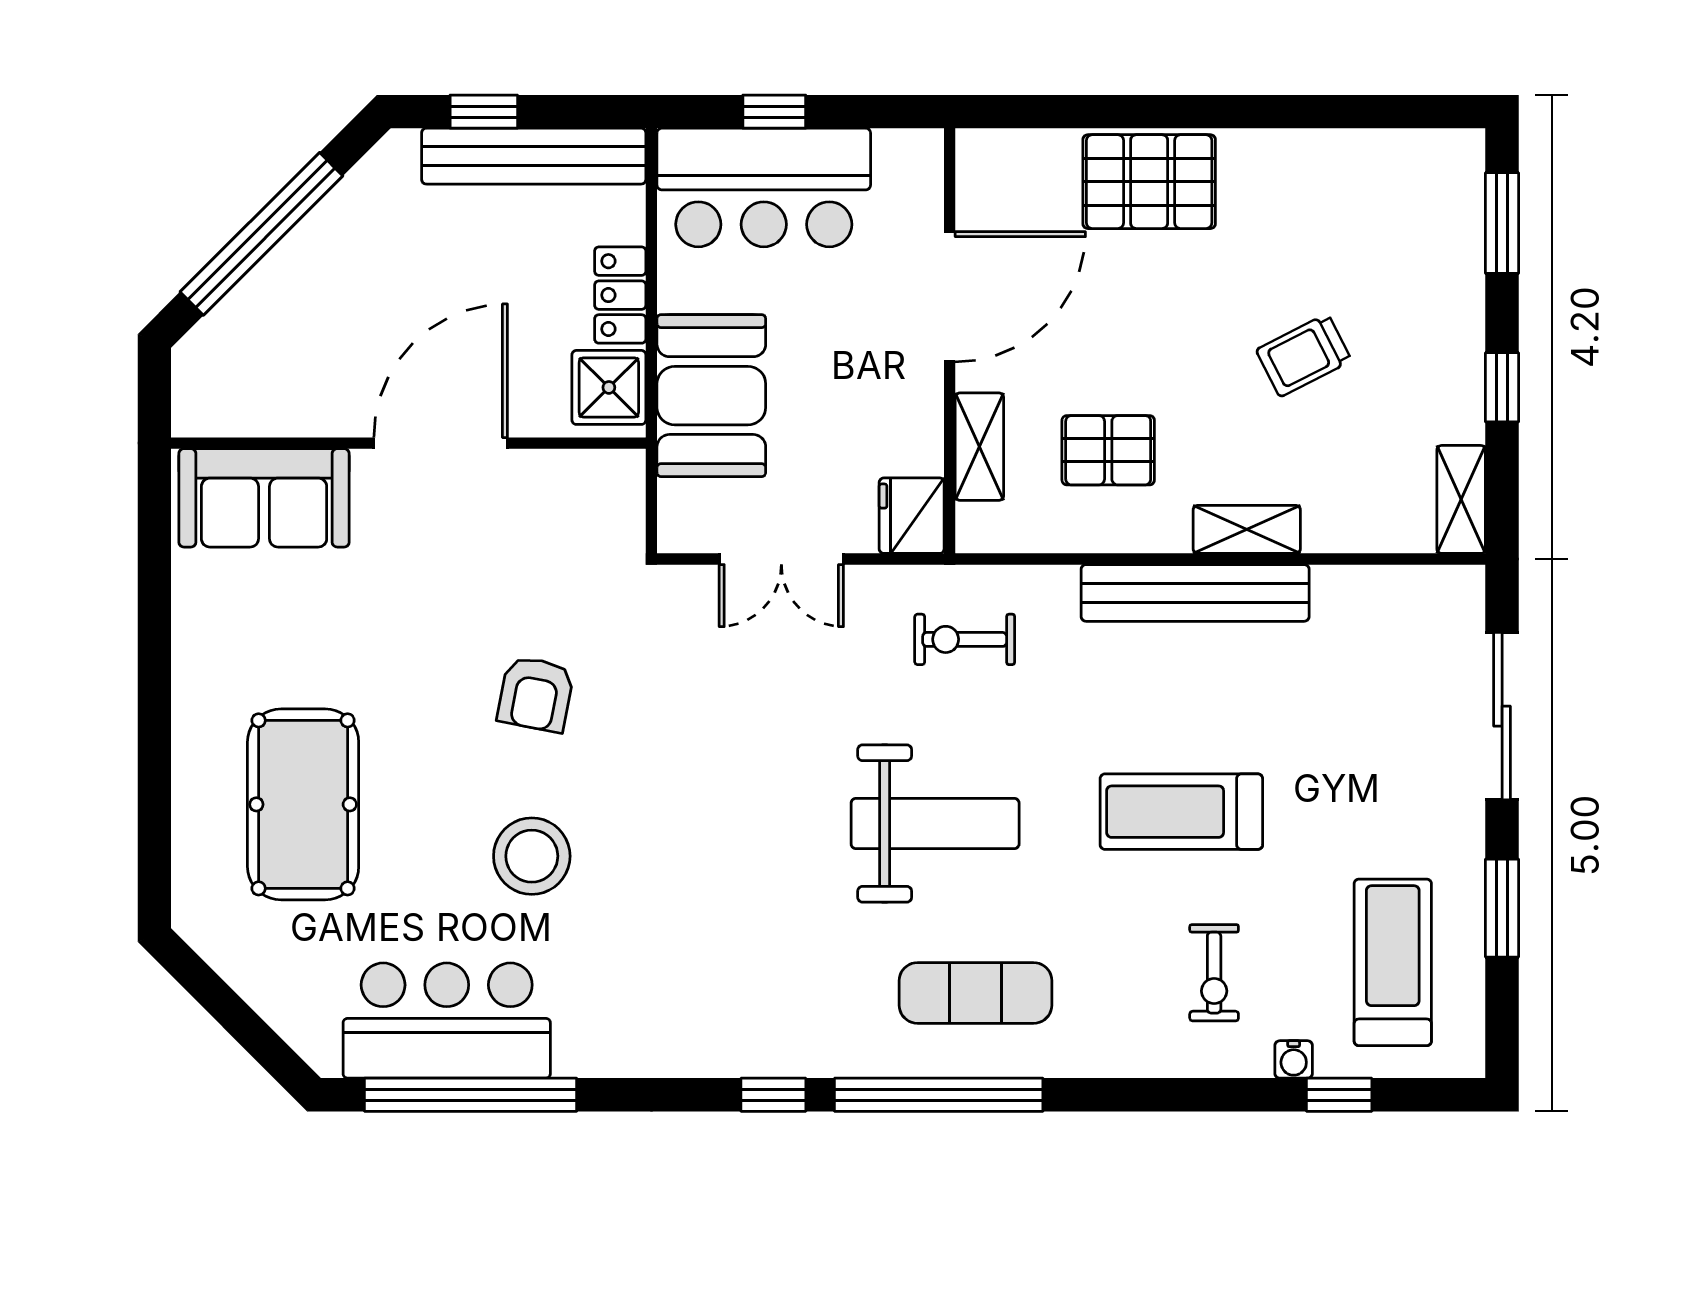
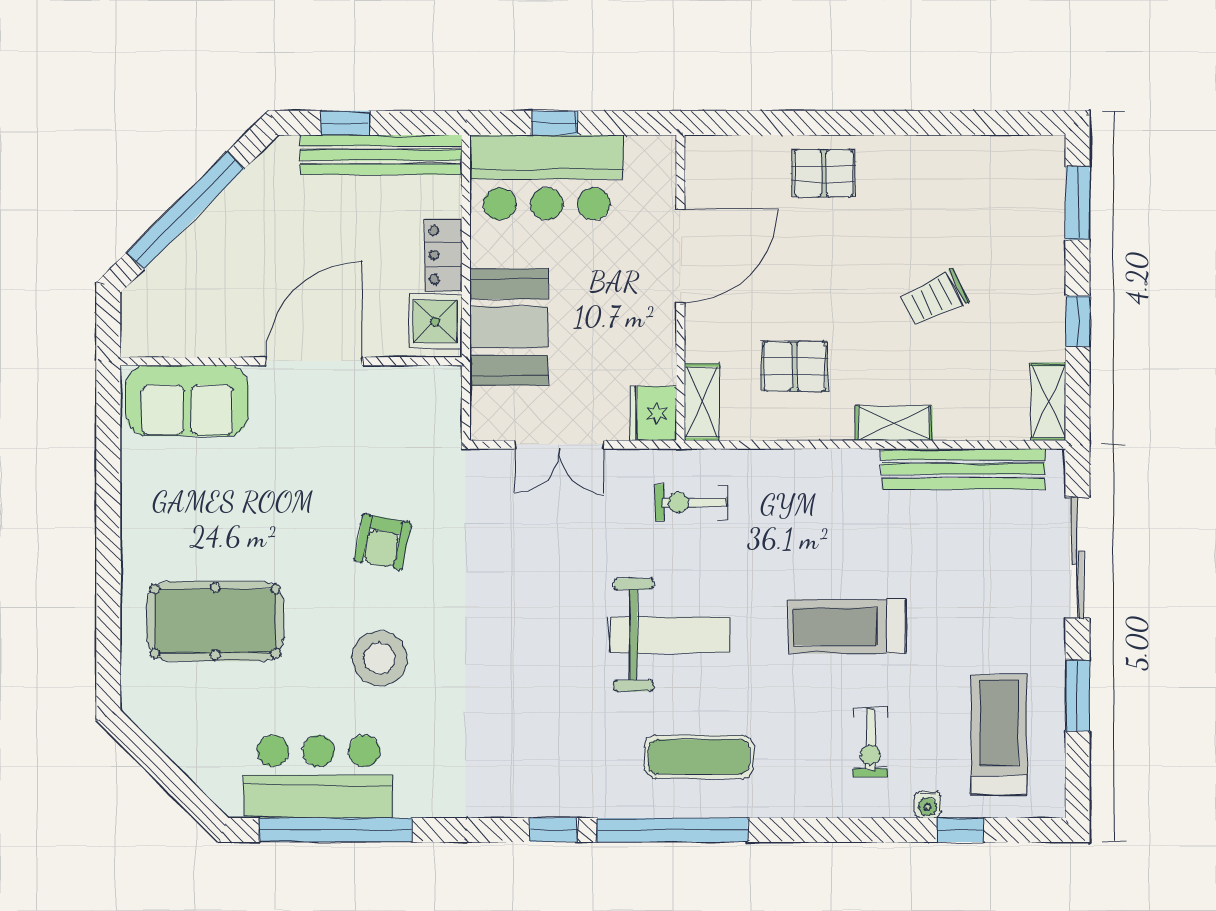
pallet: (1149, 182) -> (824, 173), width x0.67, depth x0.71
shelving: (979, 447) -> (702, 402), moved
bench: (1195, 593) -> (963, 469), moved
pool table: (303, 804) -> (215, 621), turned 90

